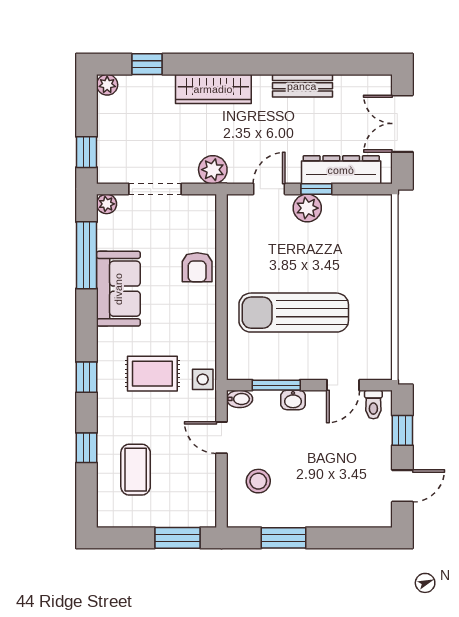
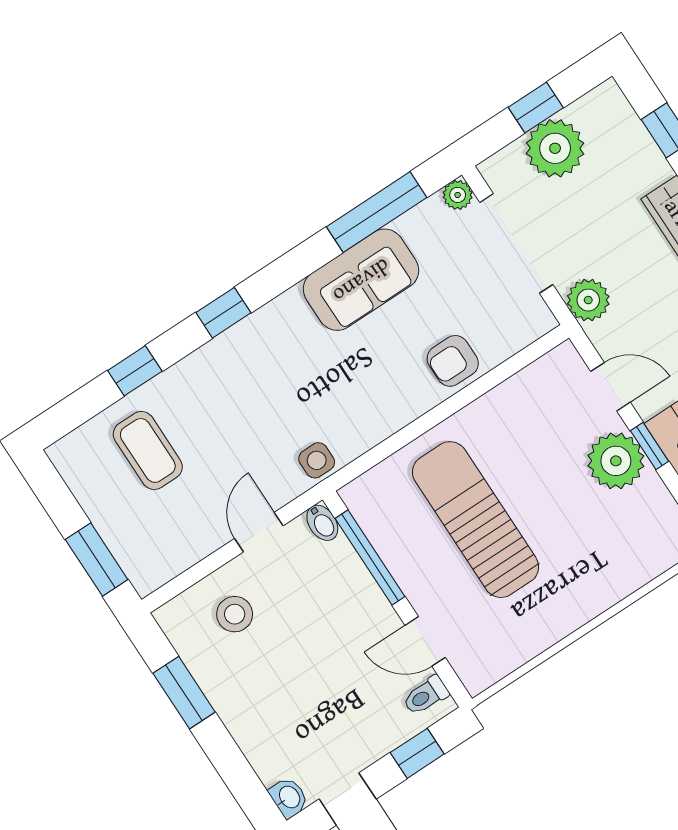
plant: (107, 85) -> (555, 148), moved, width x1.87, depth x1.87
window: (87, 152) -> (536, 108), moved
doorway: (155, 189) -> (516, 243), width x1.36
plant: (307, 208) -> (616, 461), width x1.36, depth x1.36
rug: (152, 374) -> (282, 392), removed
window: (276, 385) -> (370, 557), width x1.44
washbasin: (293, 400) -> (289, 798), moved, turned 180
coffee table: (136, 470) -> (148, 450), turned 90

